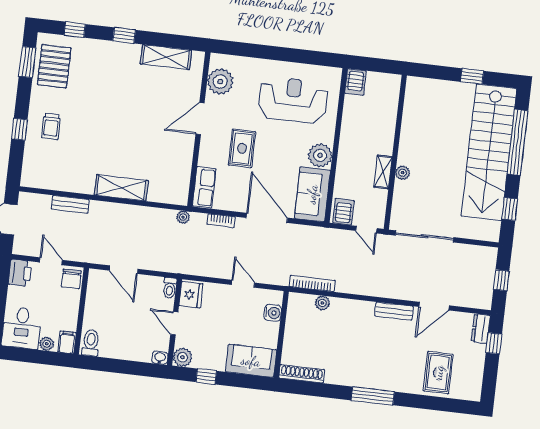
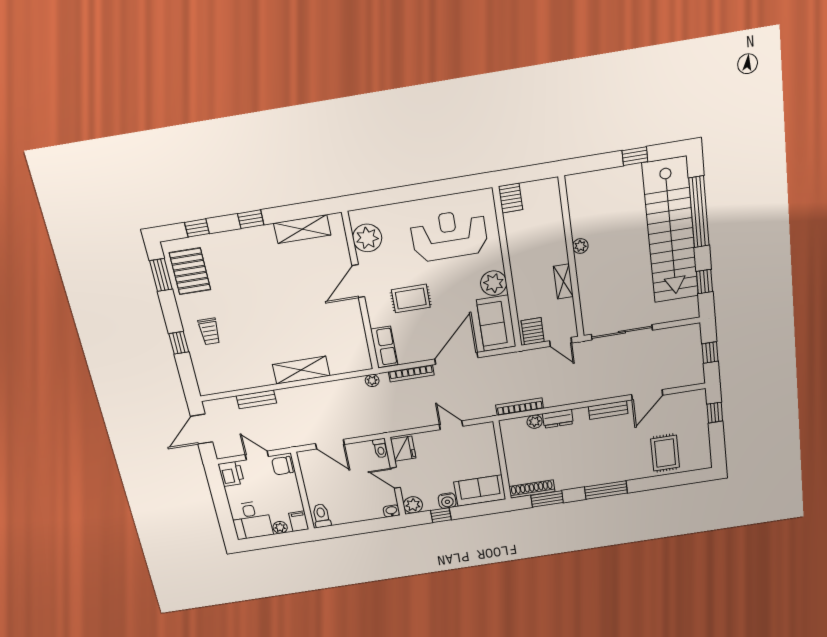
rug: (242, 148) -> (411, 299), turned 90
plant: (403, 173) -> (580, 246), moved
door: (267, 218) -> (456, 358), hinge flipped
bookcase: (221, 221) -> (411, 373), width x1.56
chair: (71, 279) -> (282, 466), turned 90
water cooler: (273, 313) -> (447, 501), moved, turned 90
dresser: (481, 329) -> (558, 419), moved, turned -90
window: (314, 389) -> (547, 499), added

